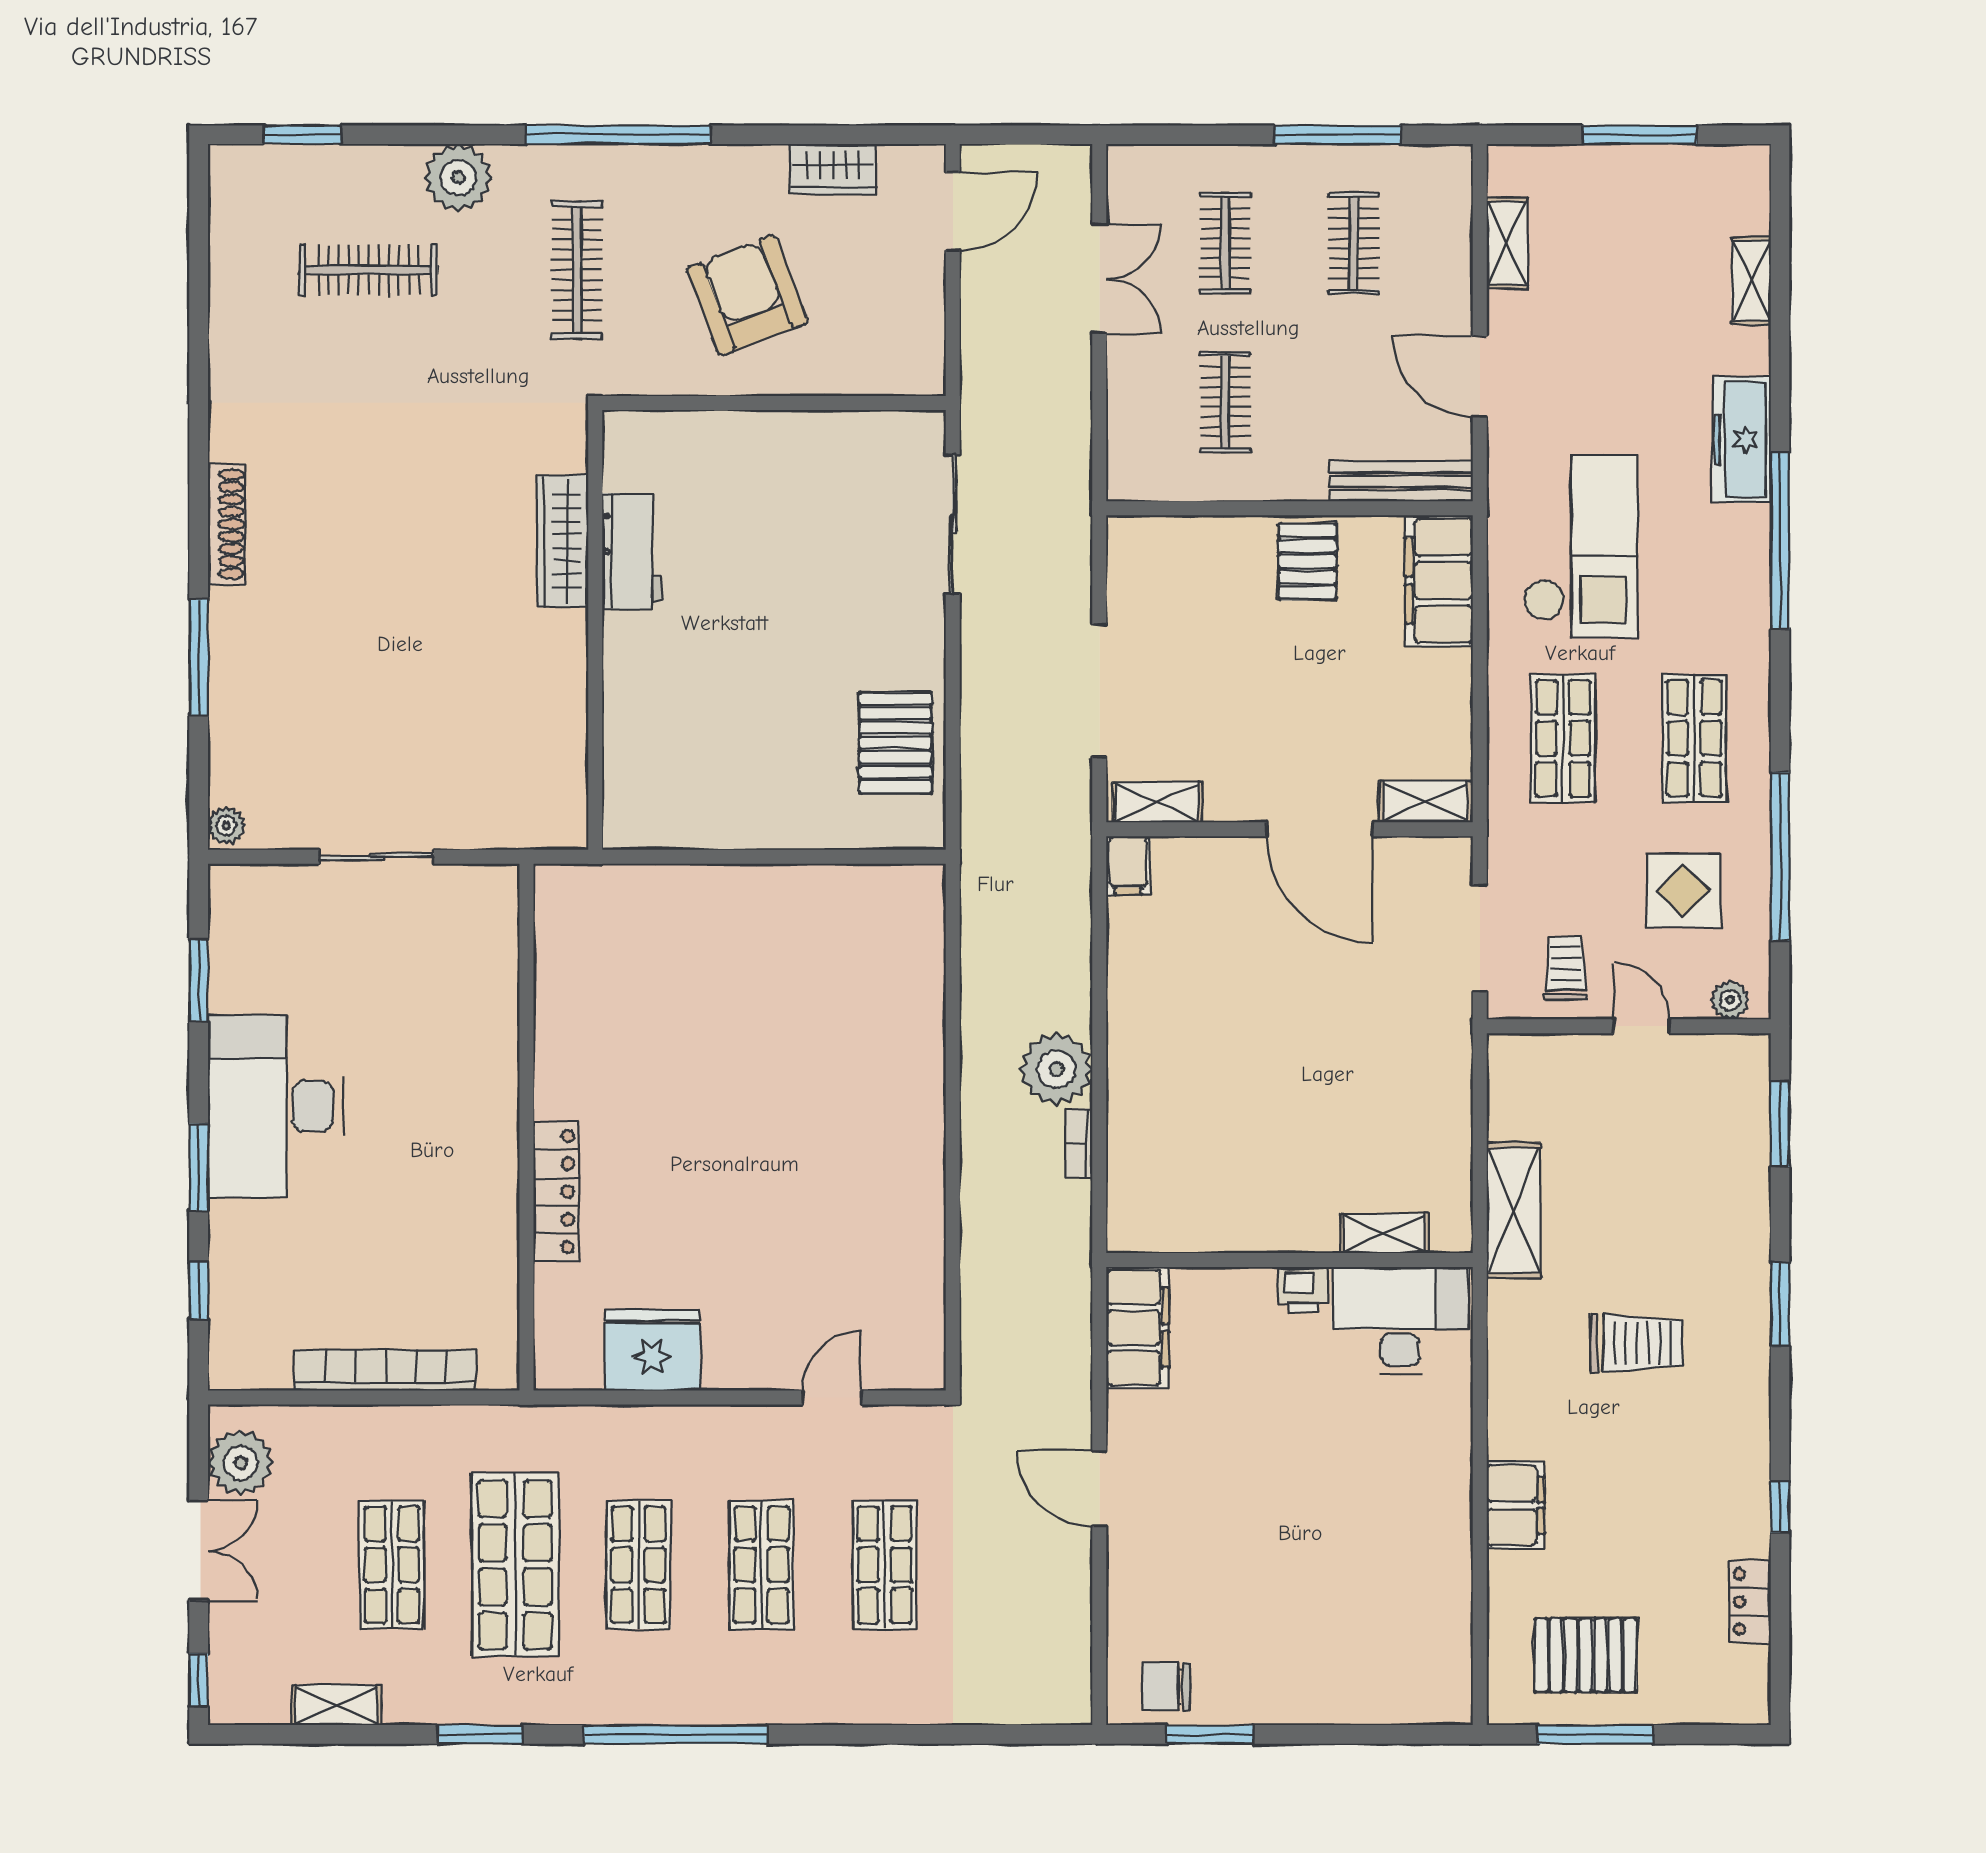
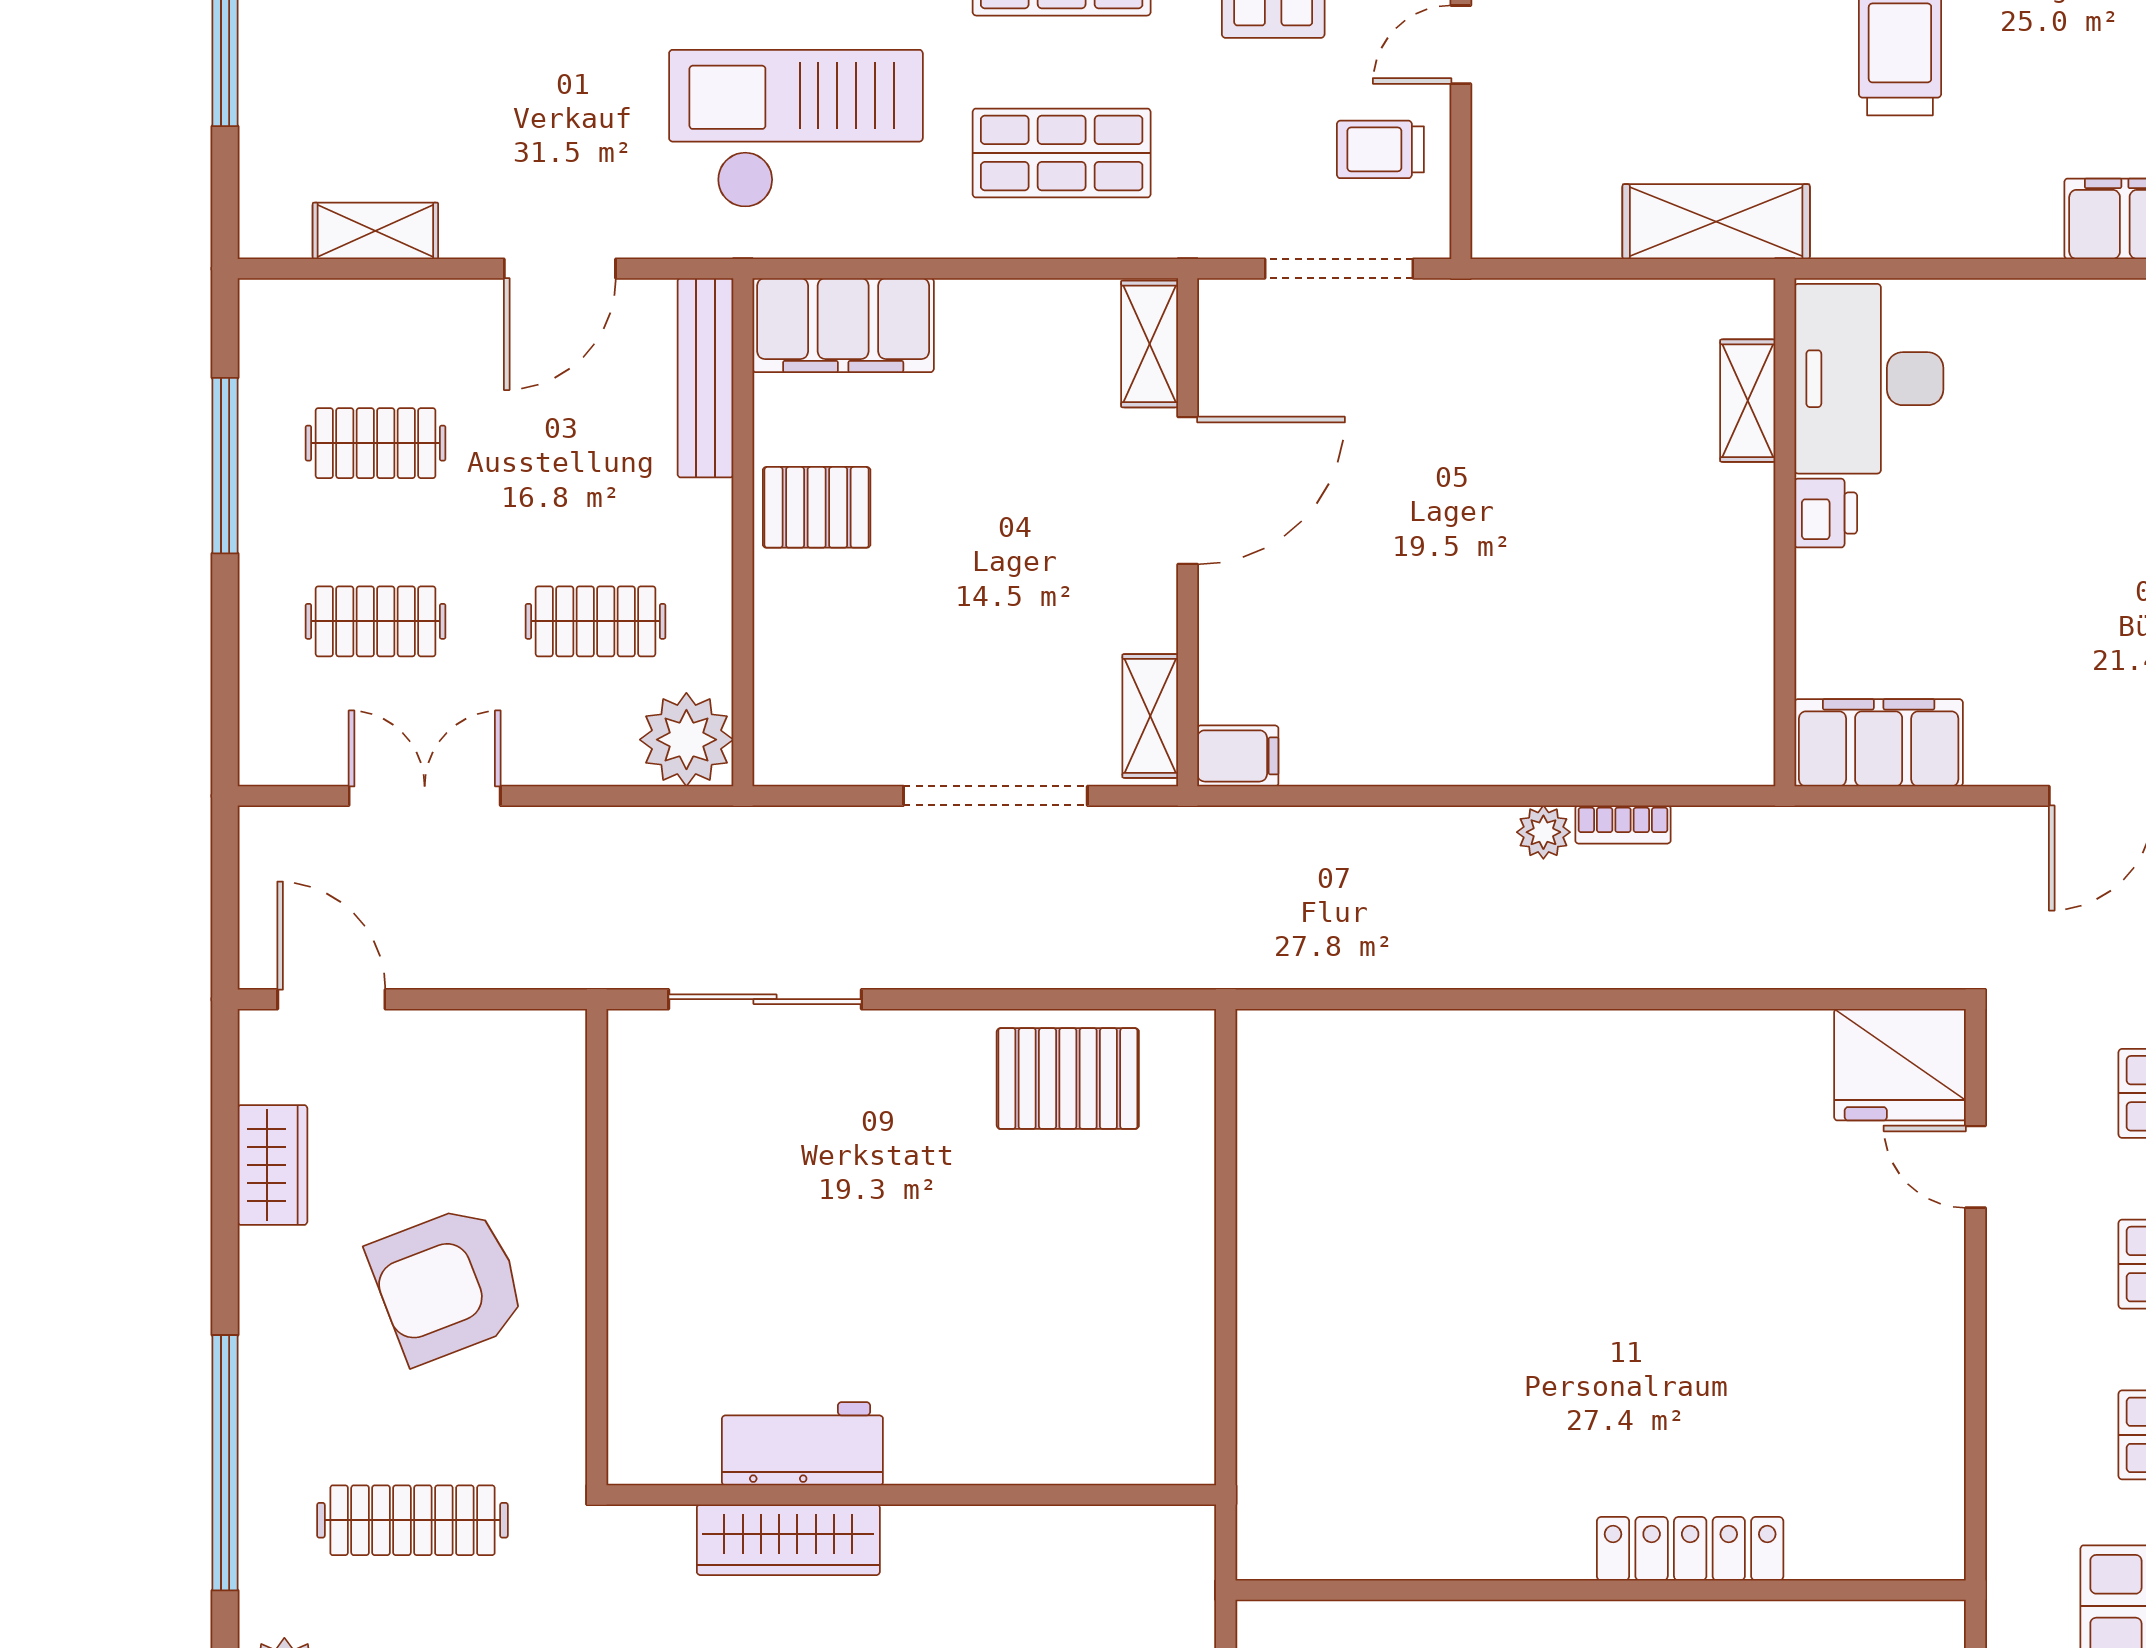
plant: (1140, 468) -> (686, 740), added
plant: (1056, 1069) -> (1543, 832), width x0.53, depth x0.53
fridge: (652, 1350) -> (1900, 1065), moved, turned -90

